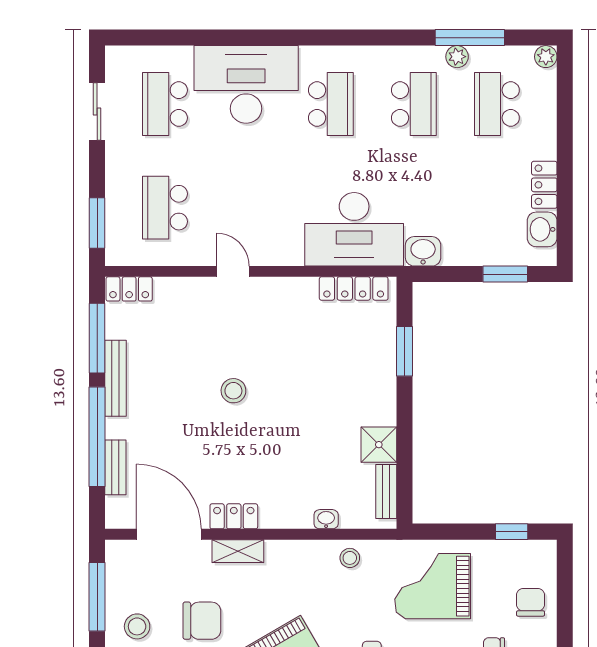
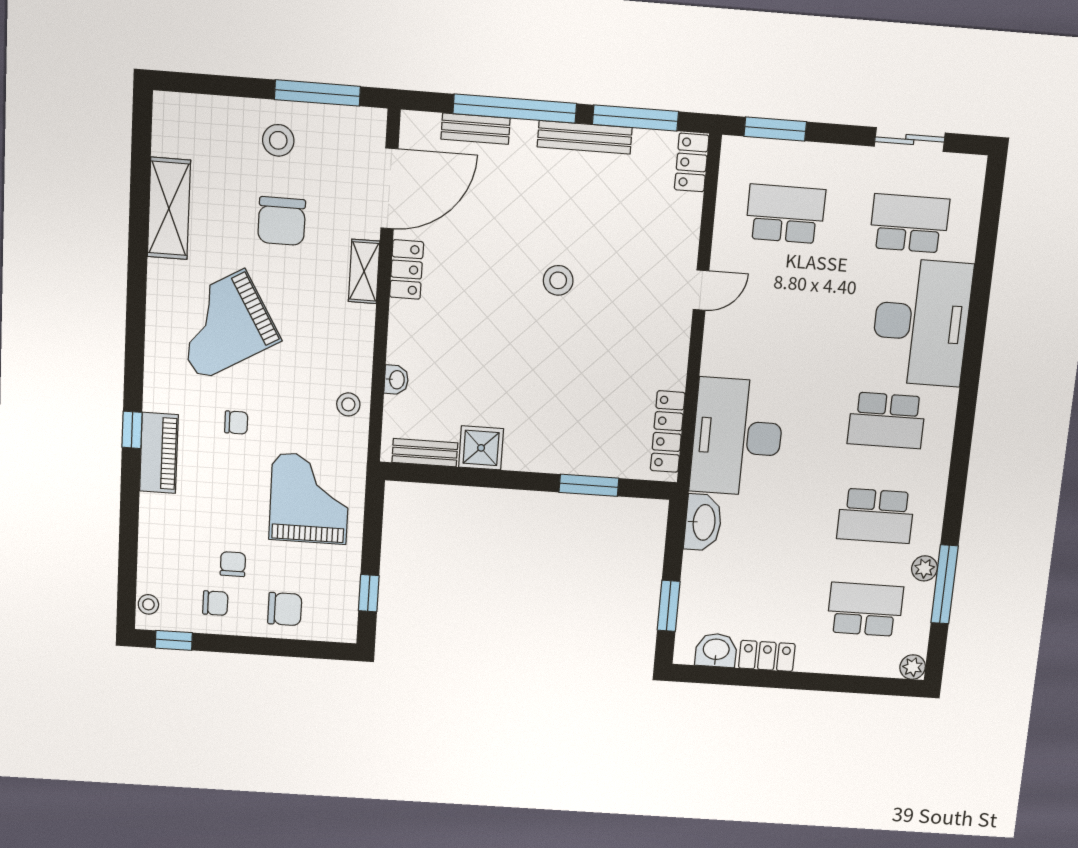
washbasin: (423, 251) -> (703, 522), width x1.38

